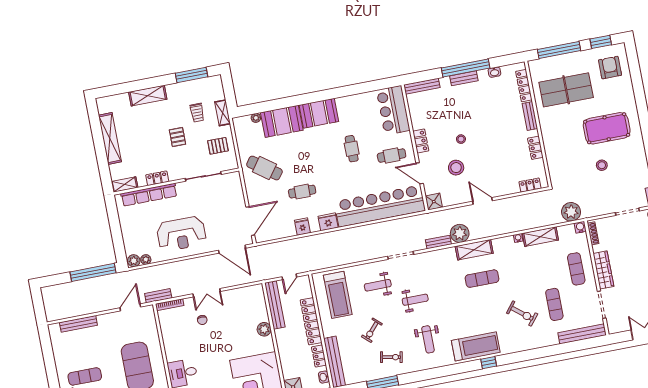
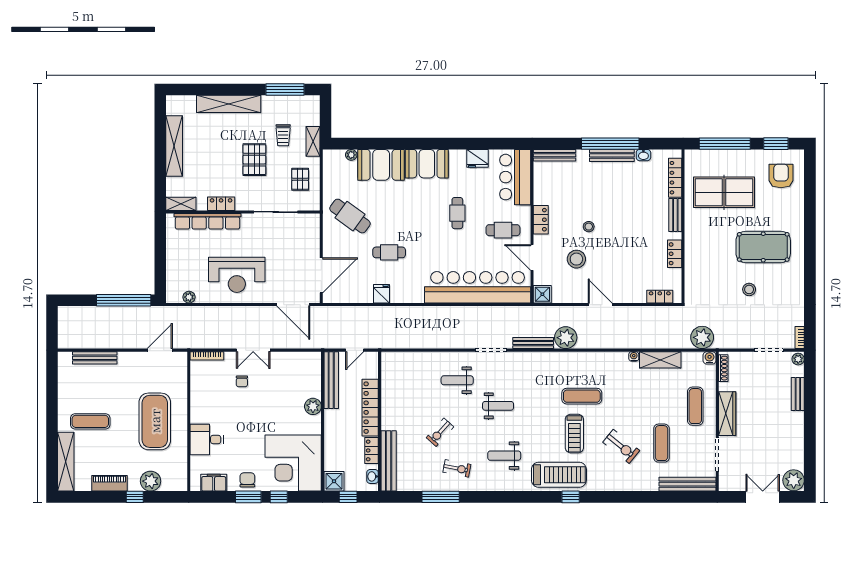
bench: (464, 78) -> (612, 155), width x1.36
shelving: (148, 96) -> (229, 104), width x1.47
pallet: (177, 137) -> (254, 160), width x1.50, depth x1.42
pallet: (218, 146) -> (300, 179), turned 90
fridge: (328, 222) -> (478, 158), moved, turned 180
bench: (438, 242) -> (533, 343), width x1.36
shelving: (474, 250) -> (579, 360), removed
plant: (134, 261) -> (175, 296), removed
treadmill: (338, 295) -> (574, 434), moved, width x0.73, depth x0.73
bench: (158, 296) -> (195, 343), removed
weight bench: (428, 339) -> (504, 456), turned 90

